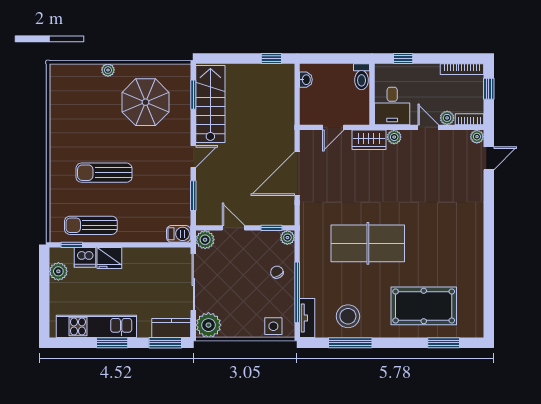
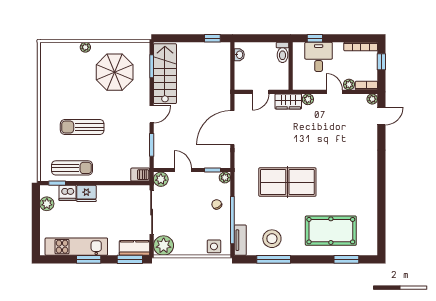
desk: (392, 106) -> (319, 57), moved, turned 180
sun lounger: (91, 225) -> (72, 168), turned 180

